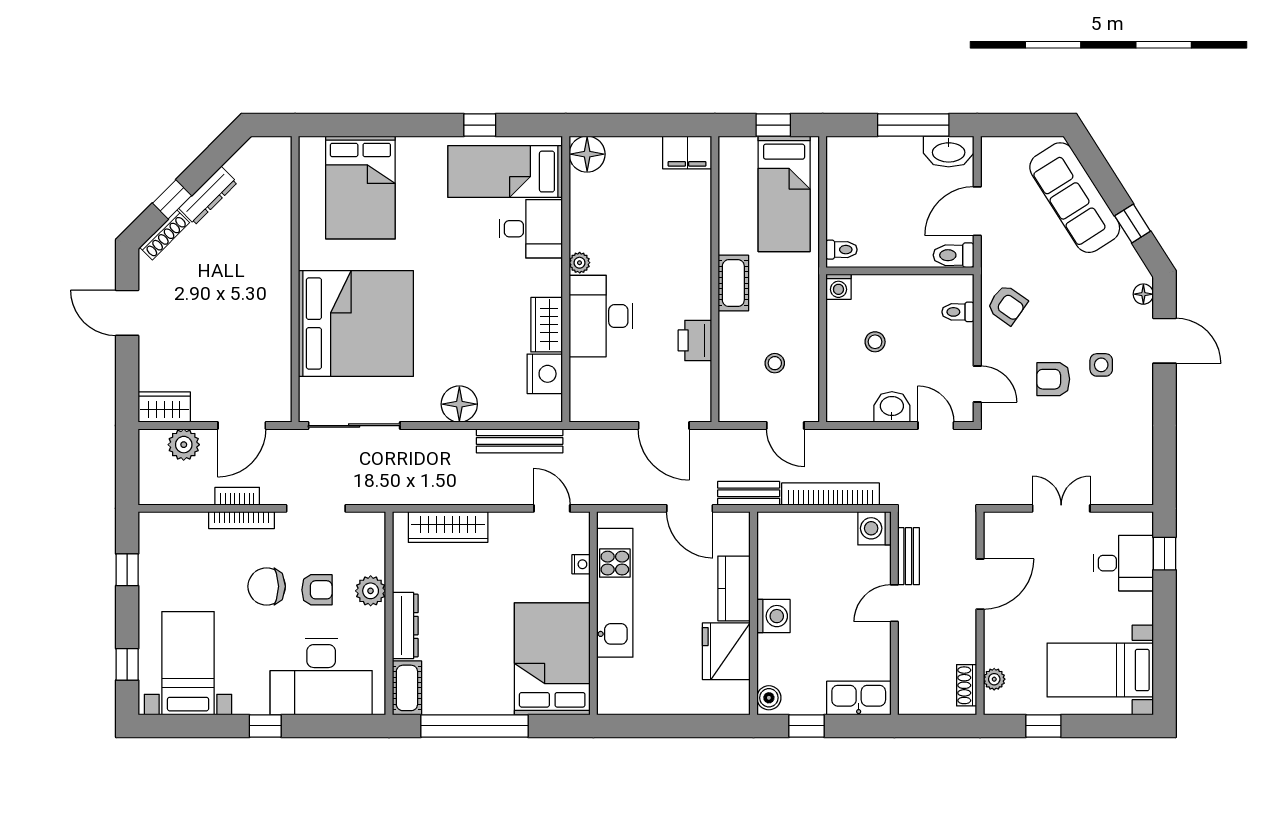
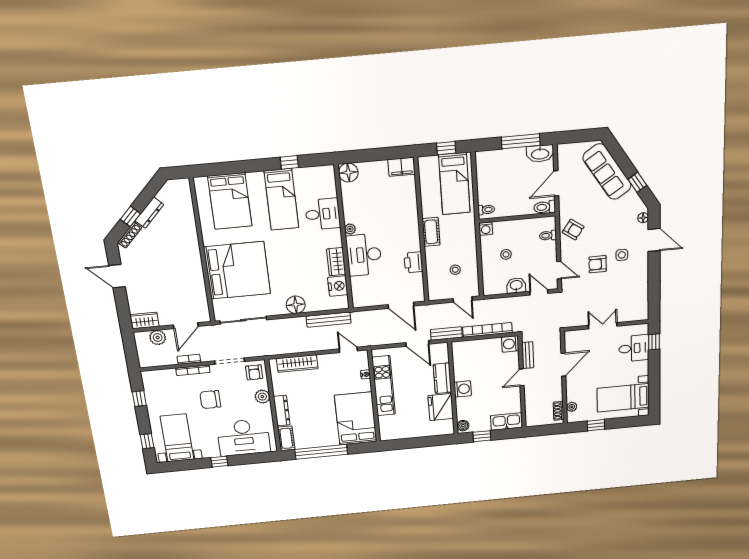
bed: (505, 172) -> (281, 199), moved, turned -90
armchair: (317, 590) -> (254, 372), moved, turned 90

